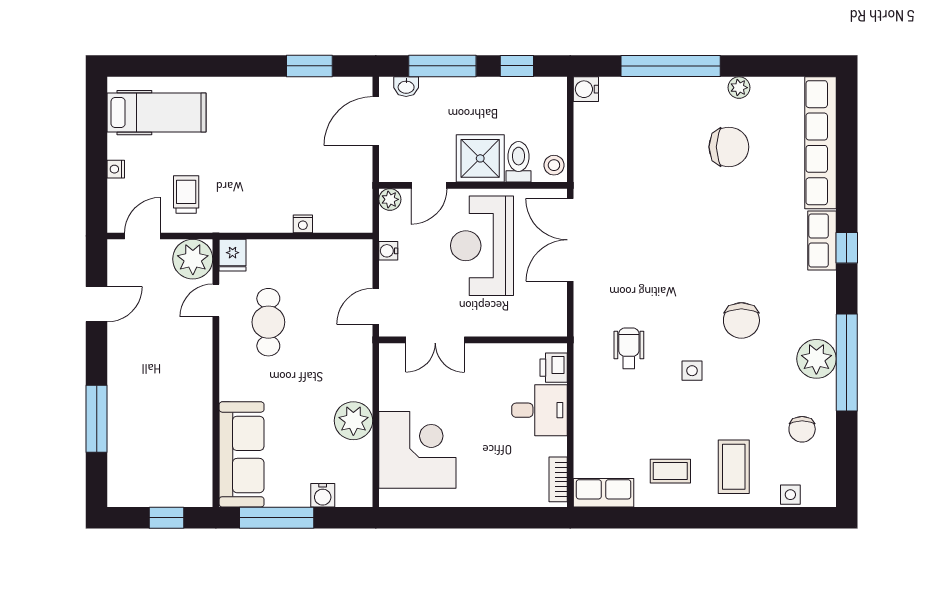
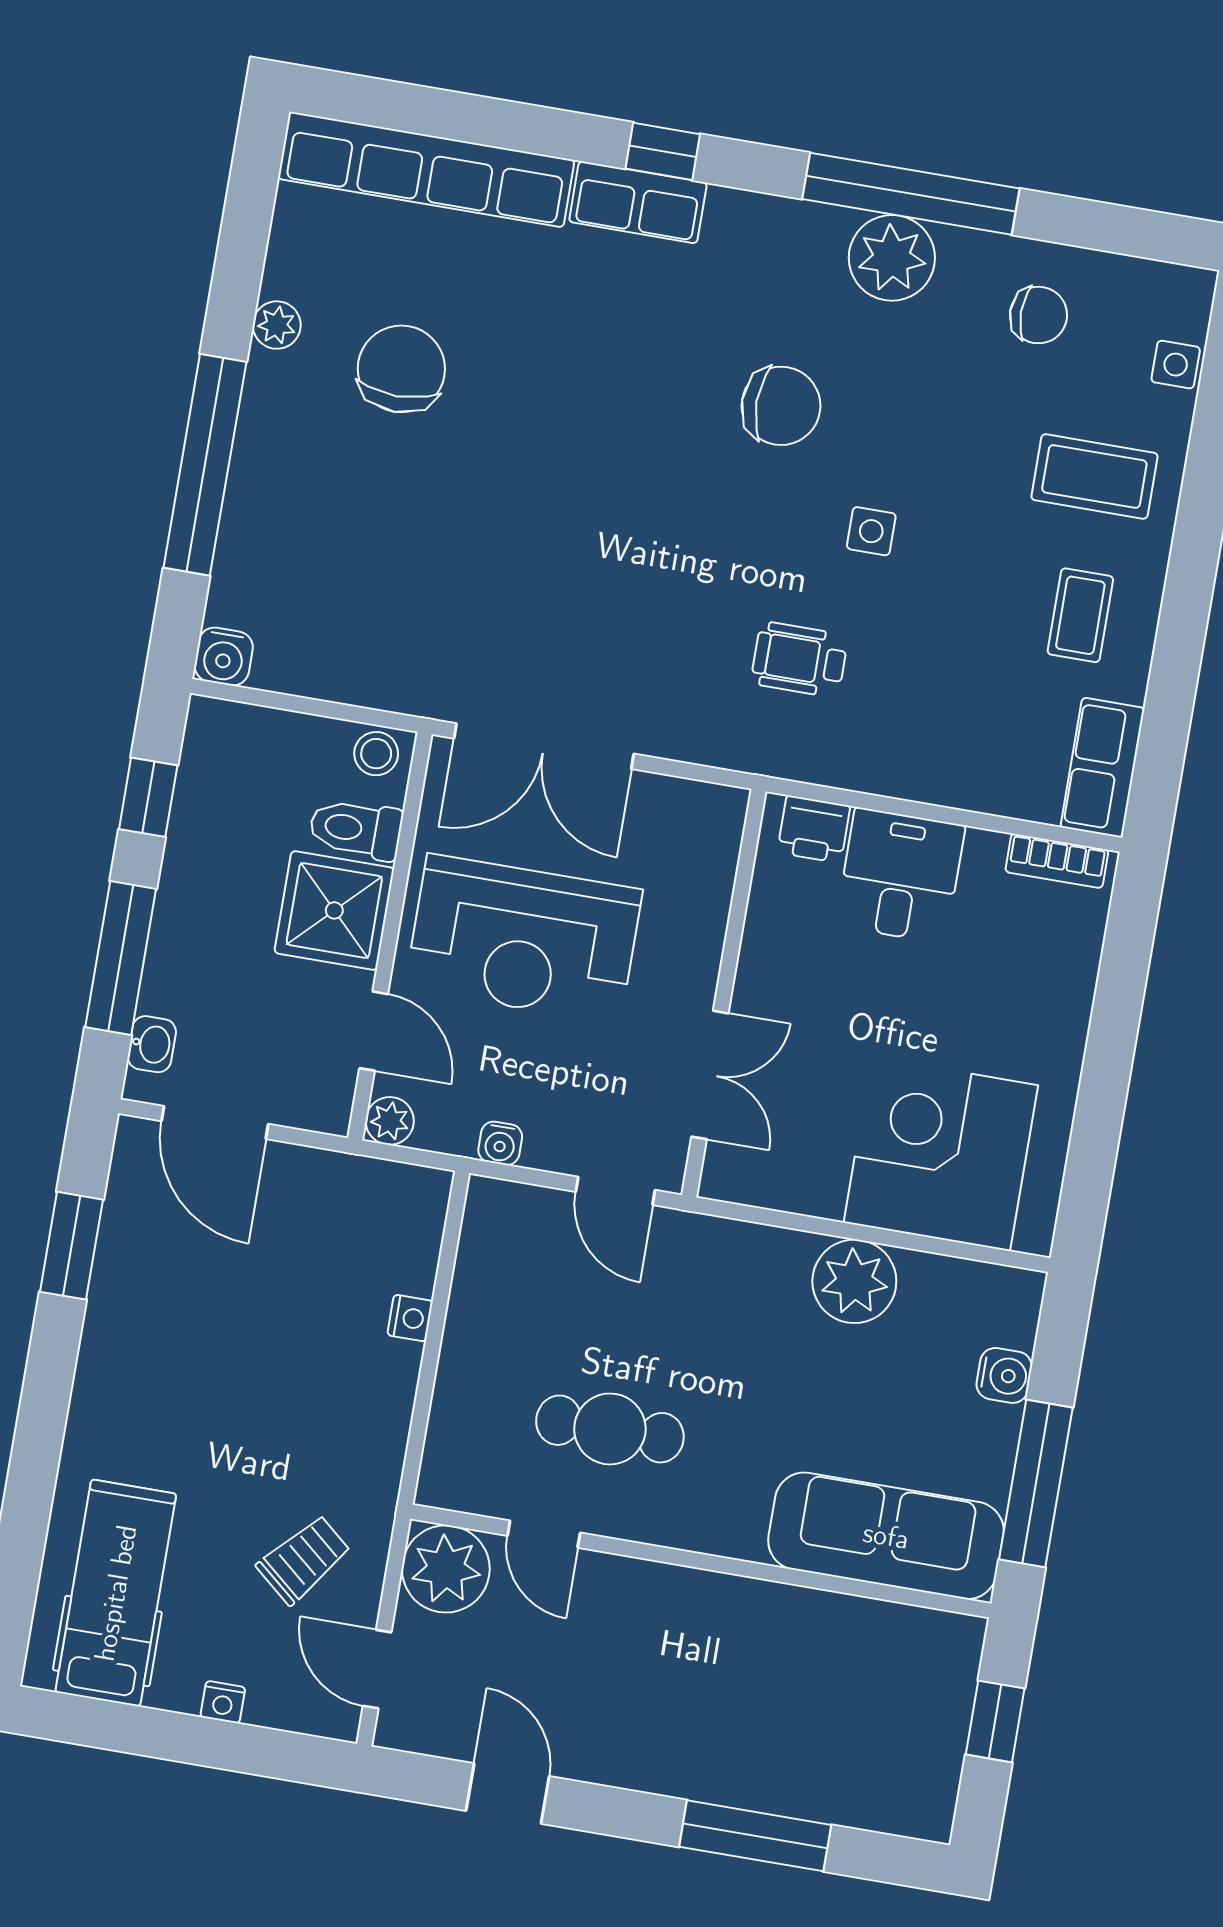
trolley: (186, 195) -> (304, 1560), turned 130
fridge: (233, 255) -> (452, 1482), removed

